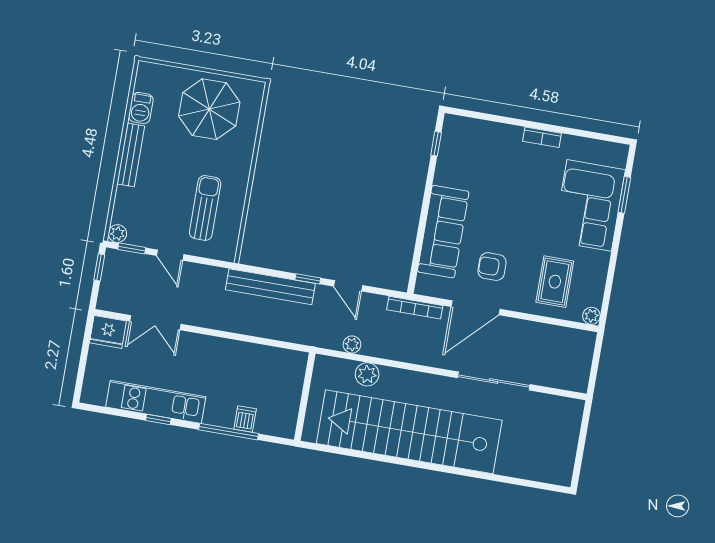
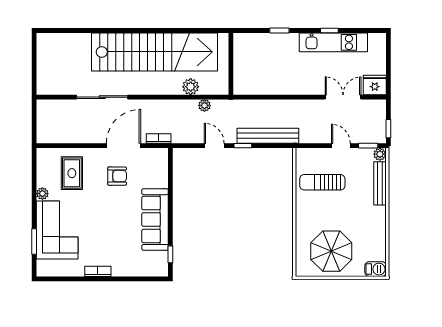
barbecue: (141, 108) -> (376, 269), moved, turned 90
bench: (131, 155) -> (380, 183), moved
sun lounger: (205, 208) -> (322, 182), turned 90
sofa: (443, 232) -> (155, 220), moved
bookcase: (415, 308) -> (159, 138), width x0.64
plant: (591, 316) -> (42, 194), moved
dishwasher: (245, 419) -> (270, 41), removed
window: (229, 432) -> (279, 31), width x0.46

